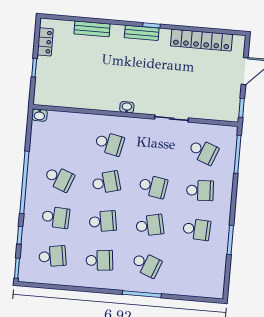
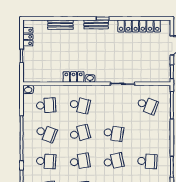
locker: (104, 103) -> (73, 77), added
school desk: (200, 190) -> (46, 105), moved

